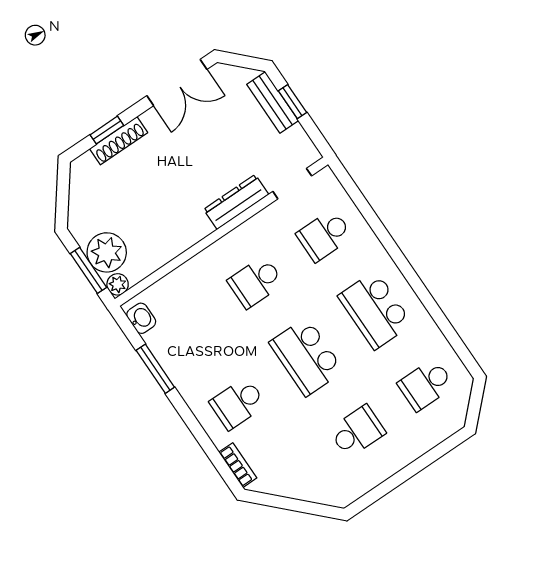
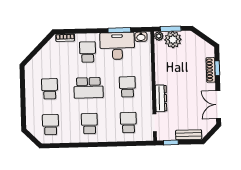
window: (292, 102) -> (171, 142), moved
school desk: (375, 310) -> (89, 124), width x0.54
desk: (189, 353) -> (117, 46), added
school desk: (306, 357) -> (88, 88), turned 180
school desk: (357, 431) -> (50, 89), turned 180

